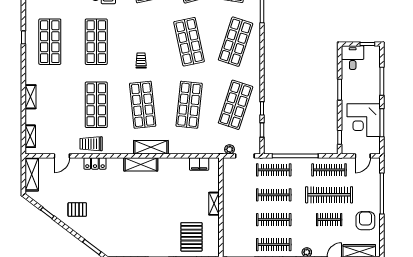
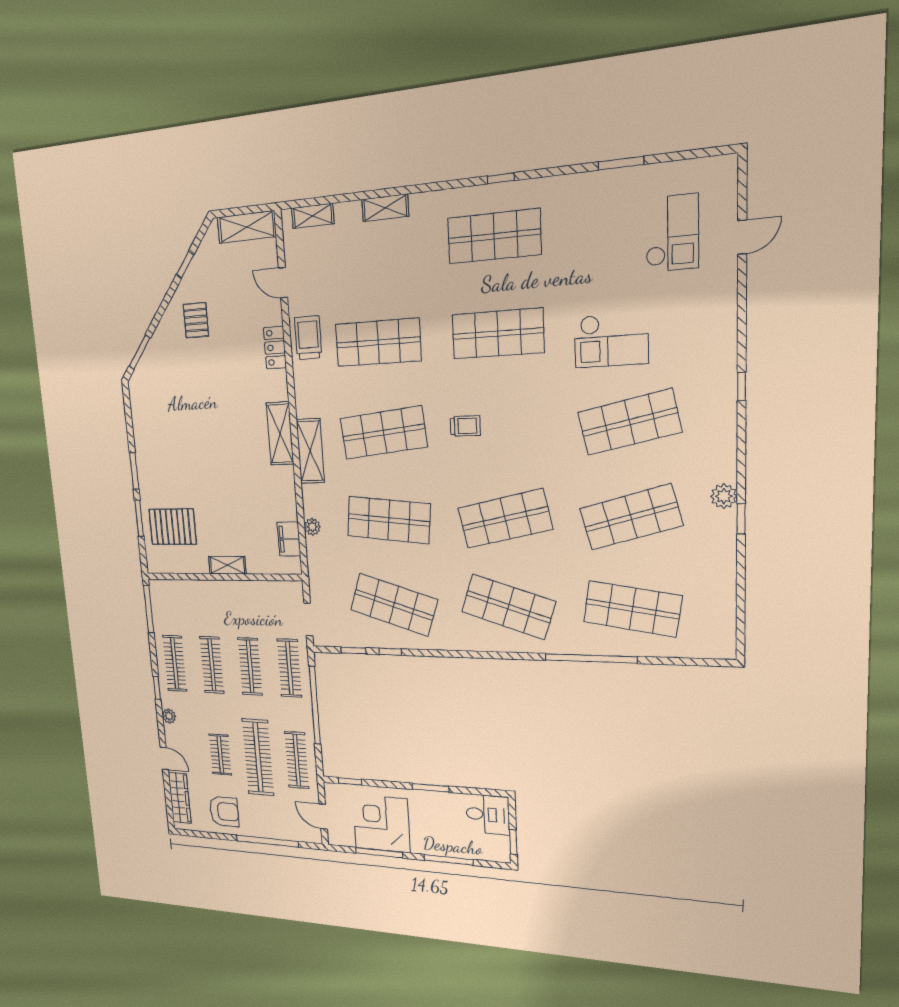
plant: (229, 149) -> (312, 527), moved

